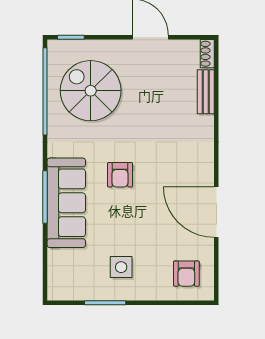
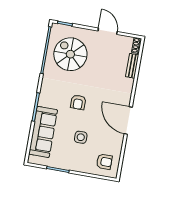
sofa: (66, 203) -> (43, 132), moved
door: (216, 212) -> (128, 120), moved
side table: (121, 267) -> (81, 137), moved
armchair: (186, 274) -> (104, 162), turned -90

